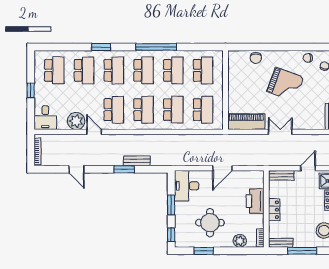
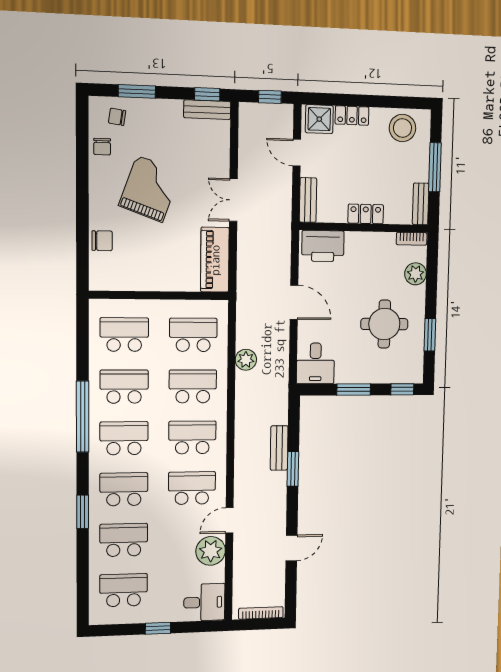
plant: (189, 140) -> (246, 360), added
desk: (187, 186) -> (315, 363), width x0.73
printer: (255, 201) -> (323, 246), moved

